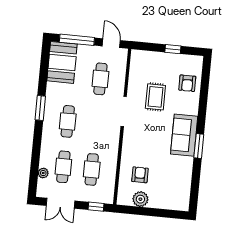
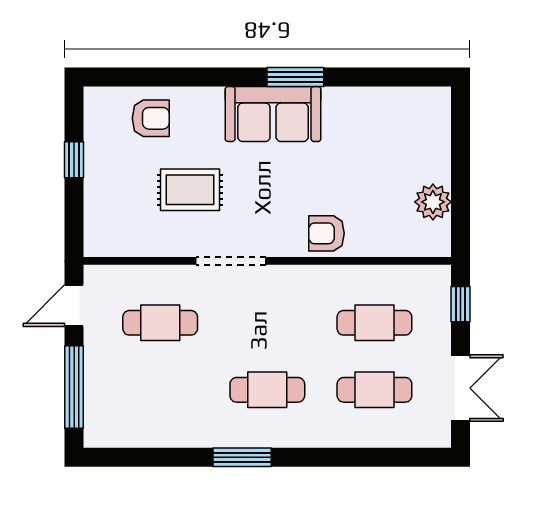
booth: (62, 62) -> (130, 416), removed
plant: (43, 173) -> (394, 436), removed
armchair: (140, 175) -> (326, 233), moved

